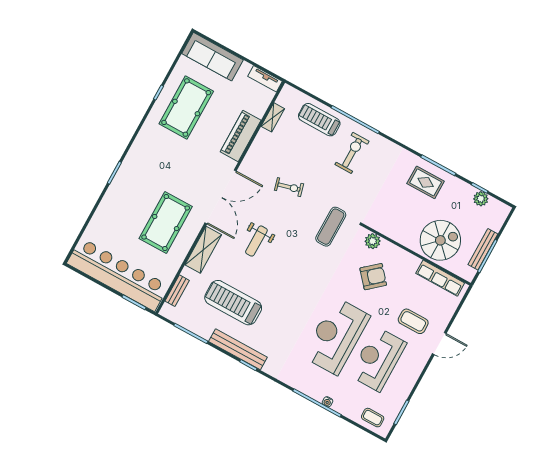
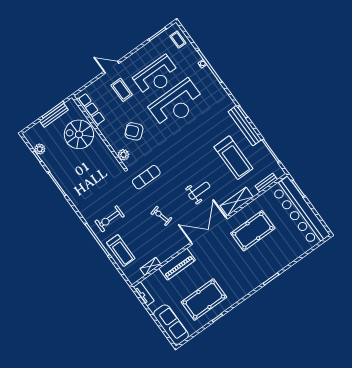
rug: (426, 182) -> (71, 177), removed

